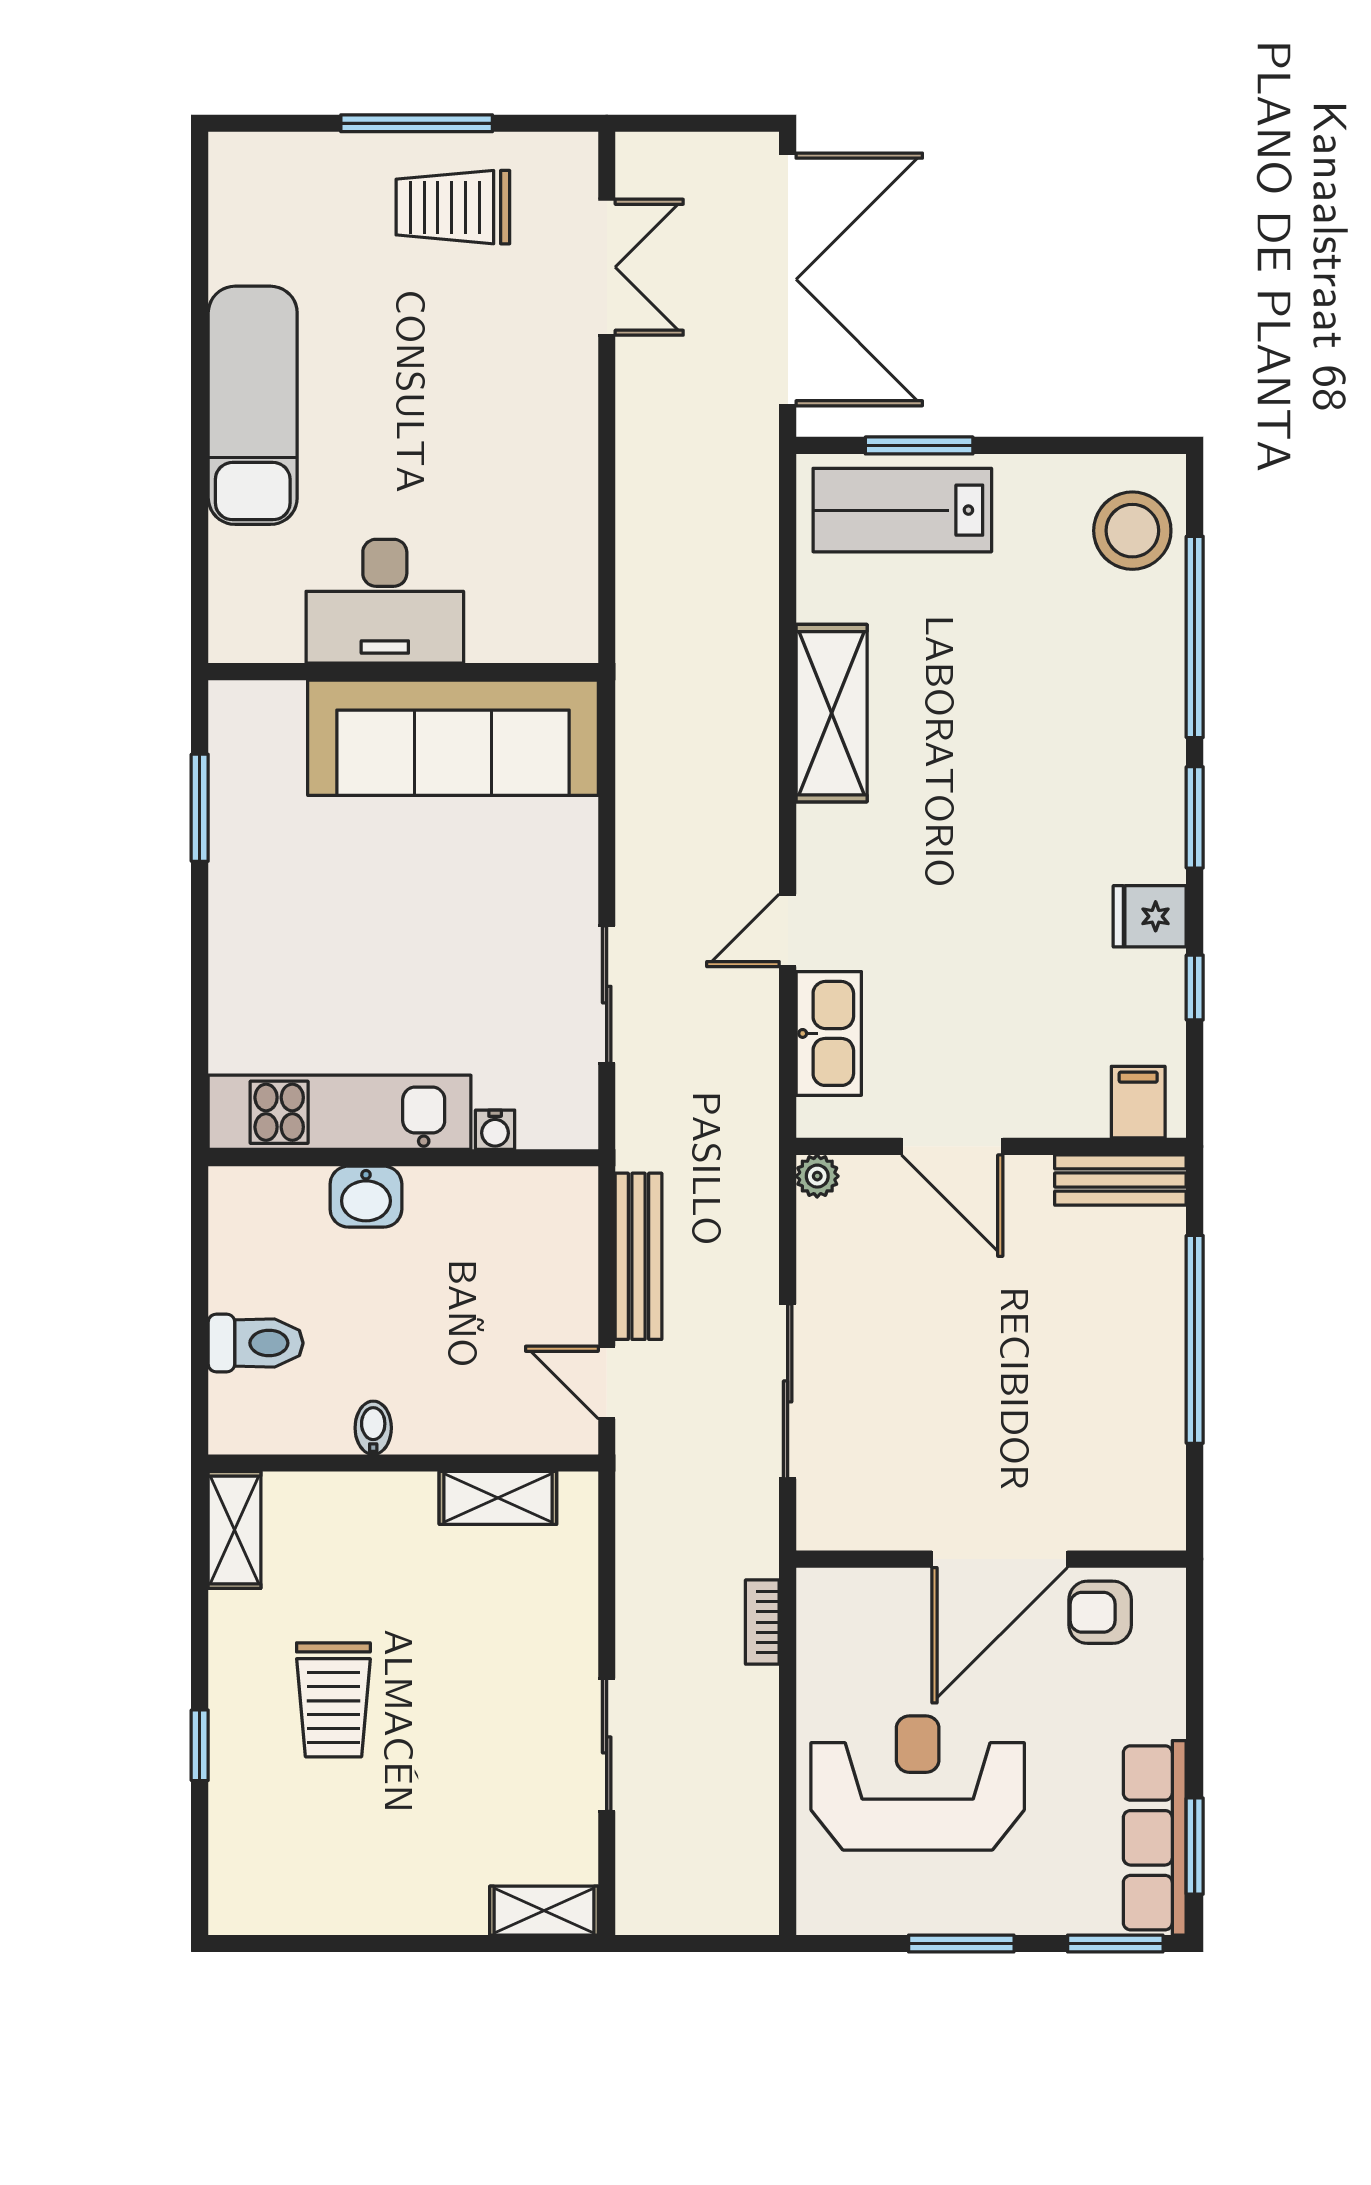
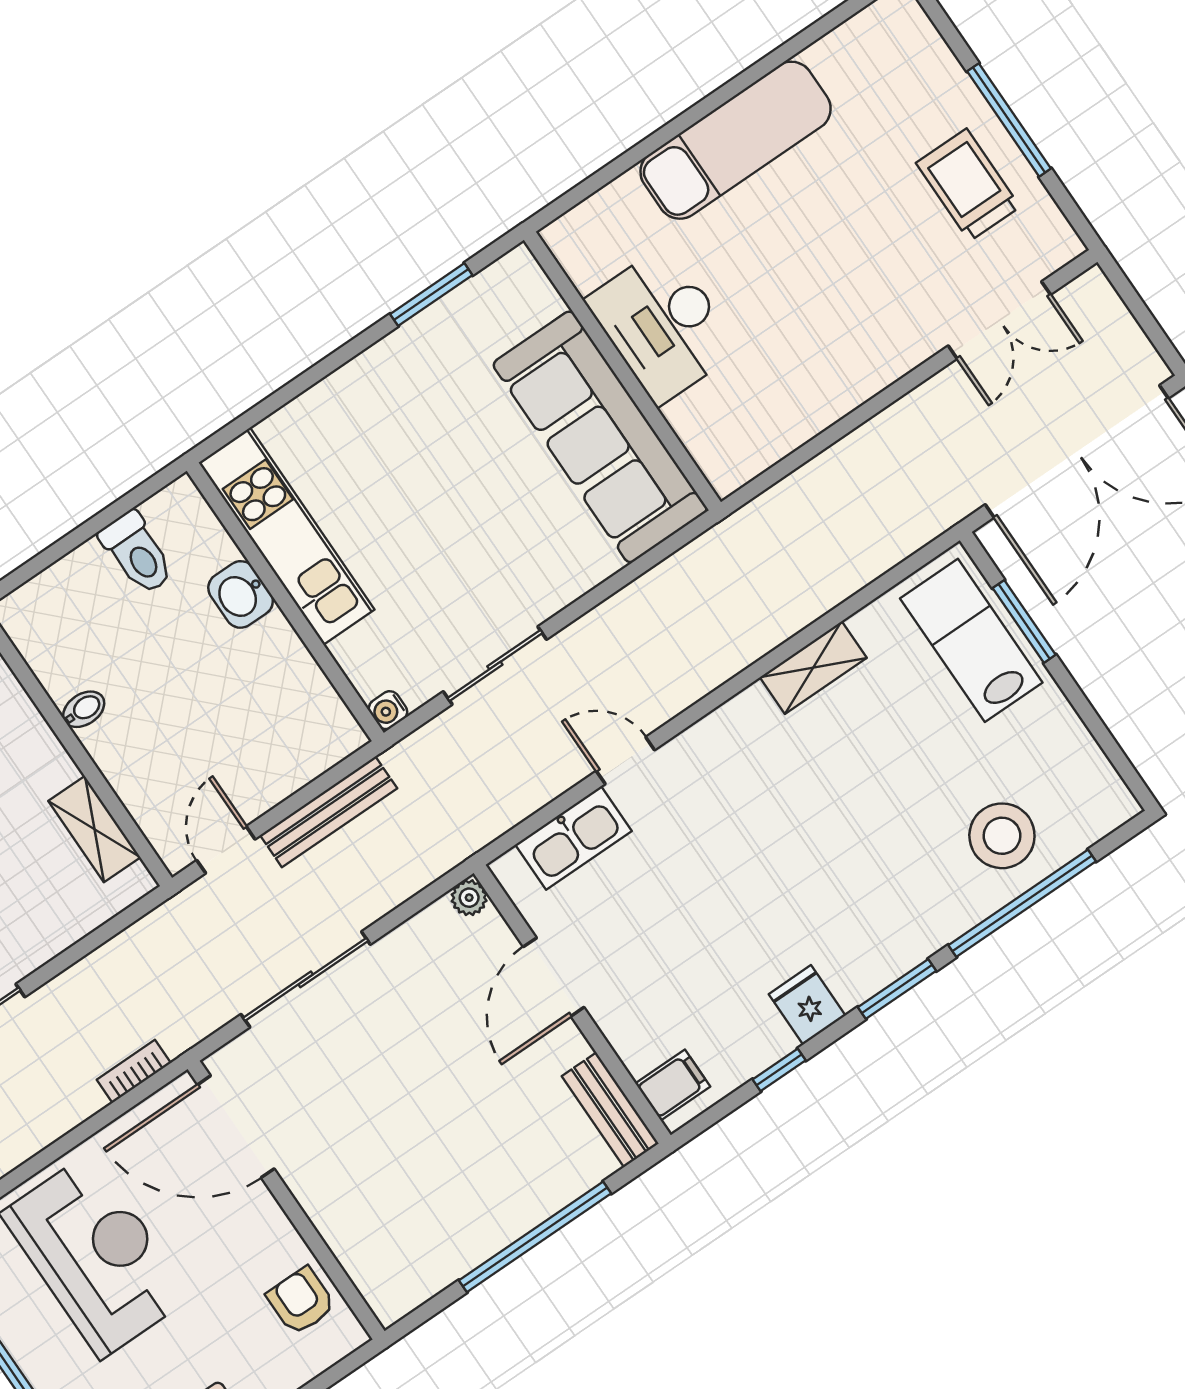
stool: (1132, 531) -> (1002, 836), moved
shelving: (832, 713) -> (813, 668), width x0.67, depth x0.75
water cooler: (495, 1130) -> (388, 710), moved
toilet: (256, 1343) -> (137, 553), moved
door: (1000, 1559) -> (236, 1127), moved

